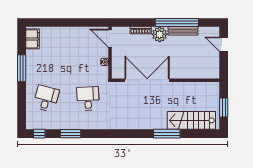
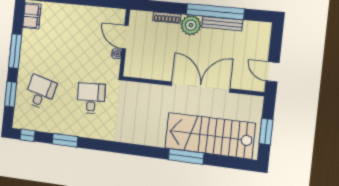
door: (110, 38) -> (125, 37), moved
door: (224, 44) -> (273, 72), moved
double door: (147, 80) -> (200, 87), moved
window: (22, 103) -> (11, 94), added
stairs: (191, 120) -> (210, 136), width x1.36, depth x1.51

